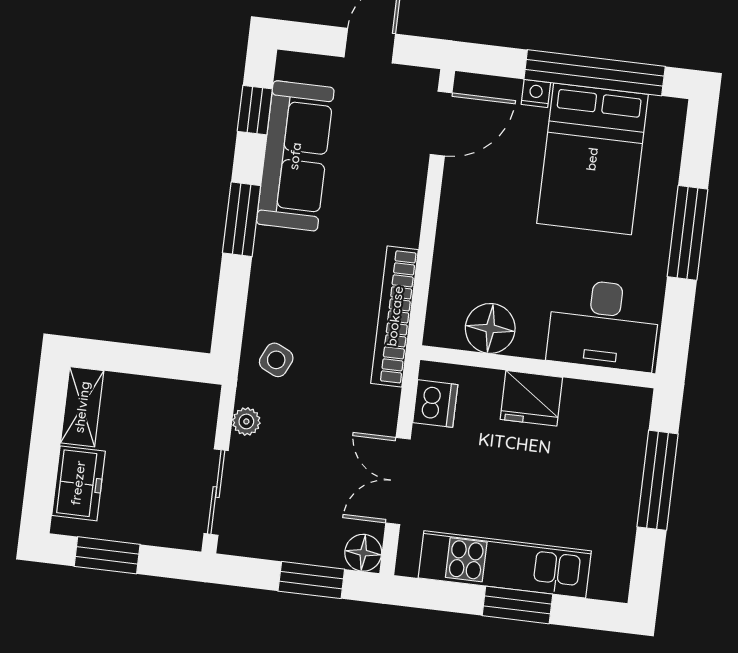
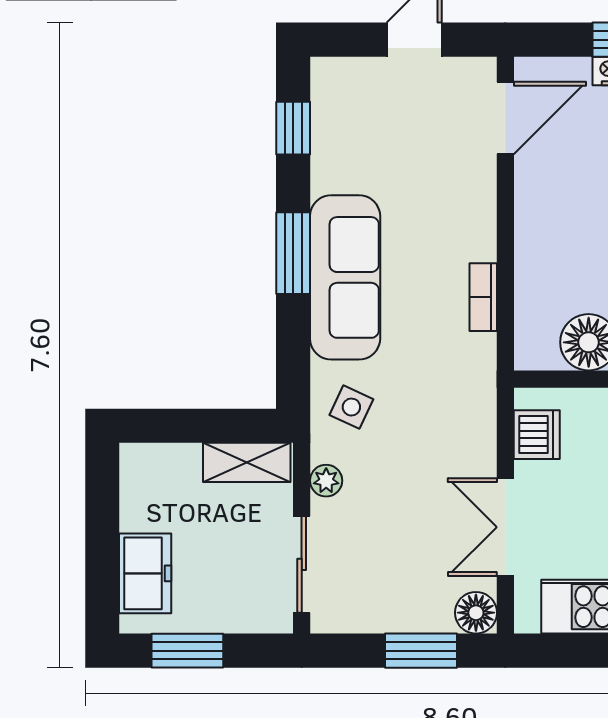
sofa: (295, 156) -> (345, 277), moved
bookcase: (395, 316) -> (483, 297), width x0.43, depth x0.76
shelving: (82, 407) -> (247, 462), moved, turned 90

